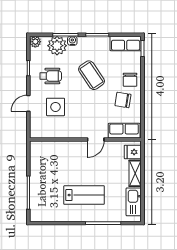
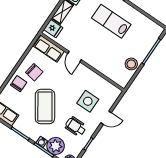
coffee table: (92, 75) -> (45, 107), width x1.36, depth x1.32
door: (96, 140) -> (74, 57), swing flipped
stool: (39, 168) -> (131, 64), added

